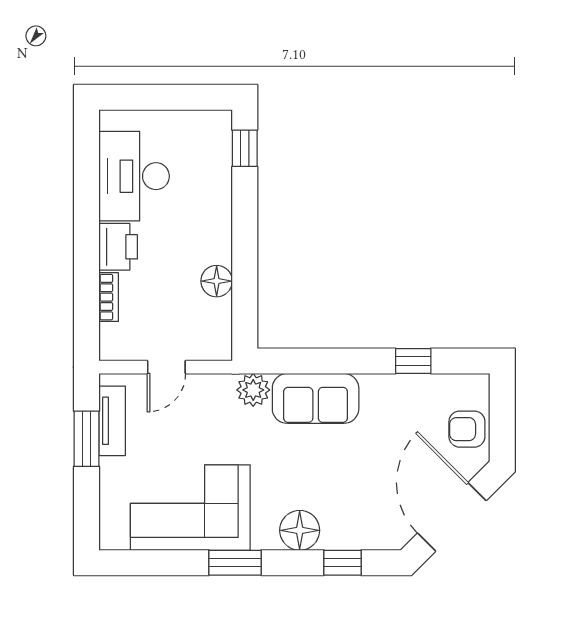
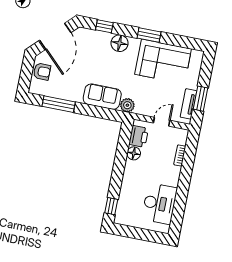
printer: (118, 247) -> (139, 136), moved, turned 180
window: (413, 361) -> (59, 104), width x2.17

